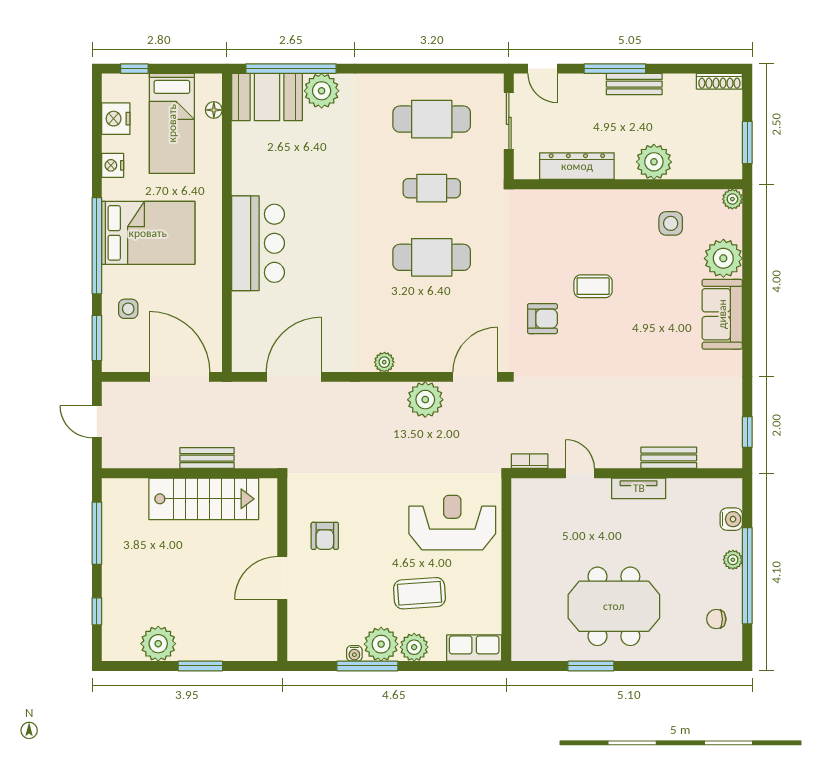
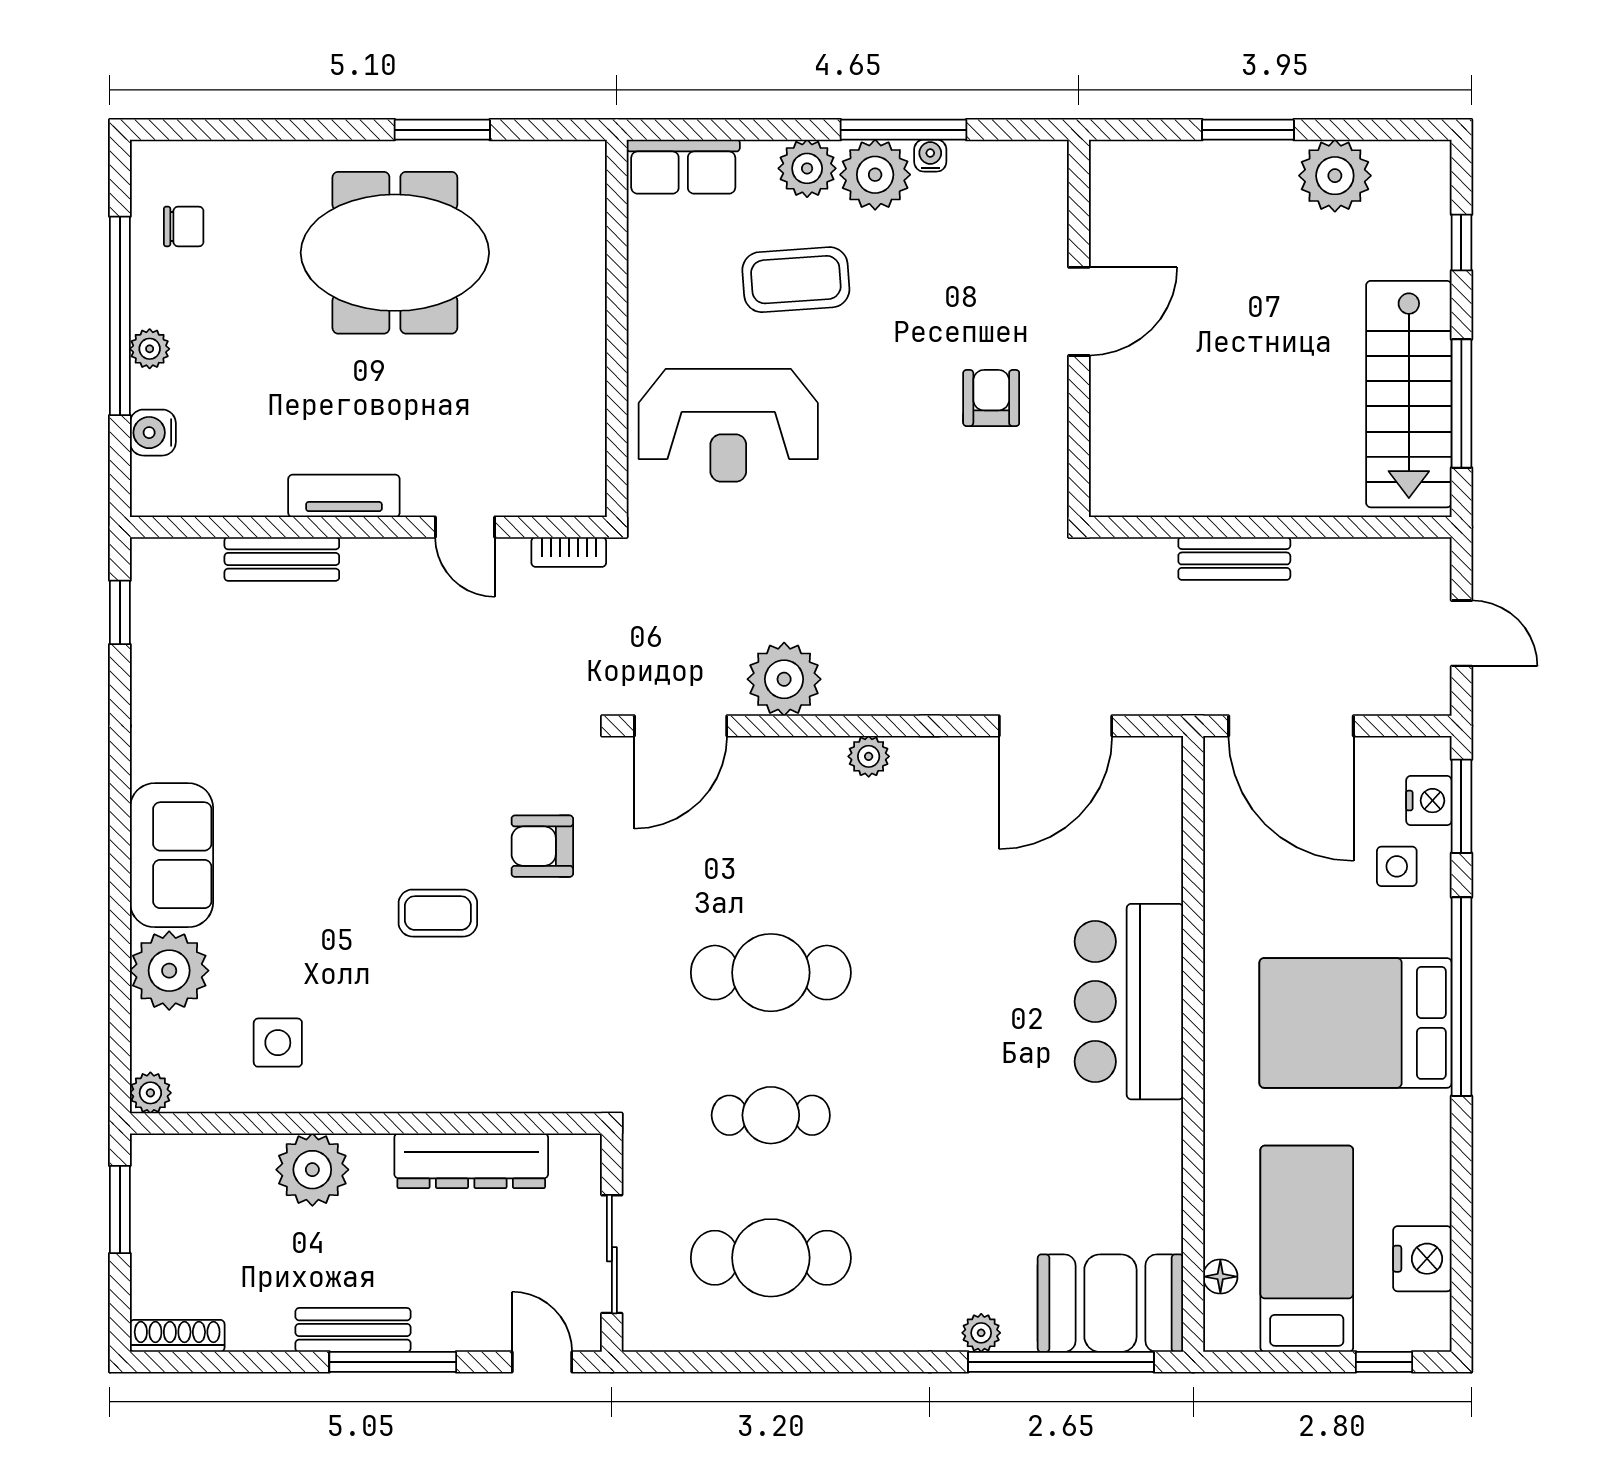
plant: (322, 91) -> (981, 1333), width x0.53, depth x0.53
nightstand: (113, 165) -> (1429, 801), moved
stairs: (204, 499) -> (1409, 394), moved, turned -90

